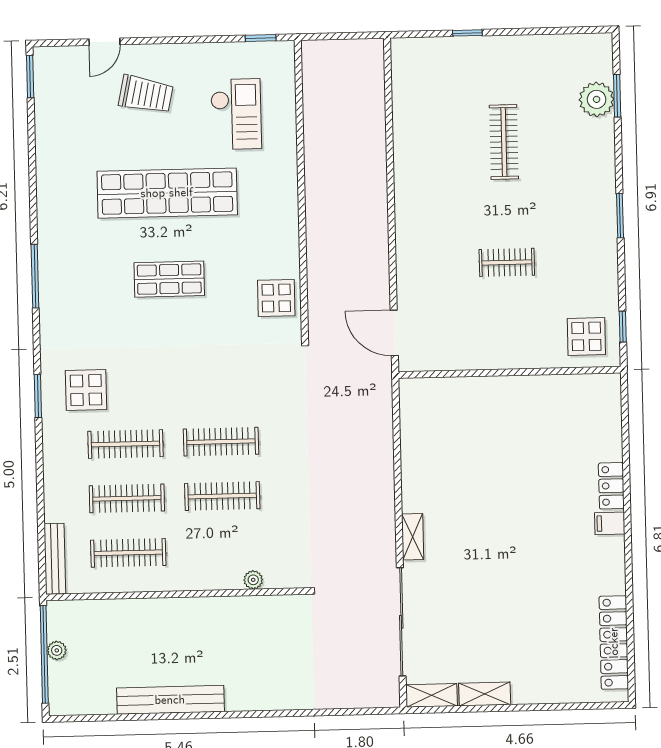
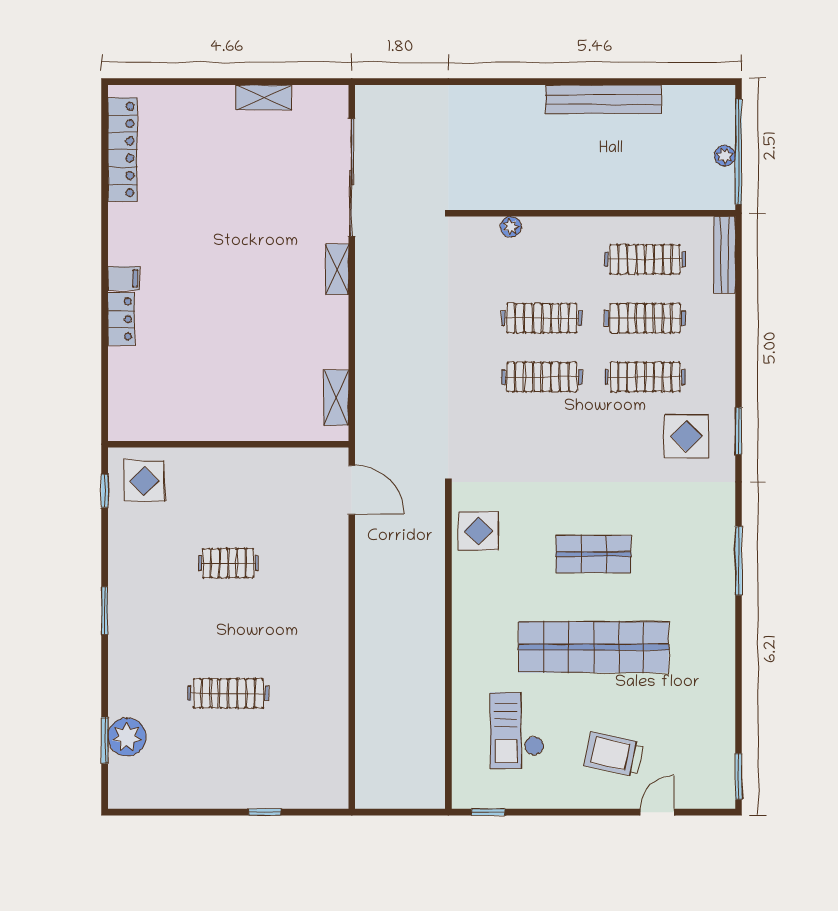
clothes rail: (504, 142) -> (228, 693), turned 90
shelving: (432, 695) -> (336, 398), moved, turned 90

